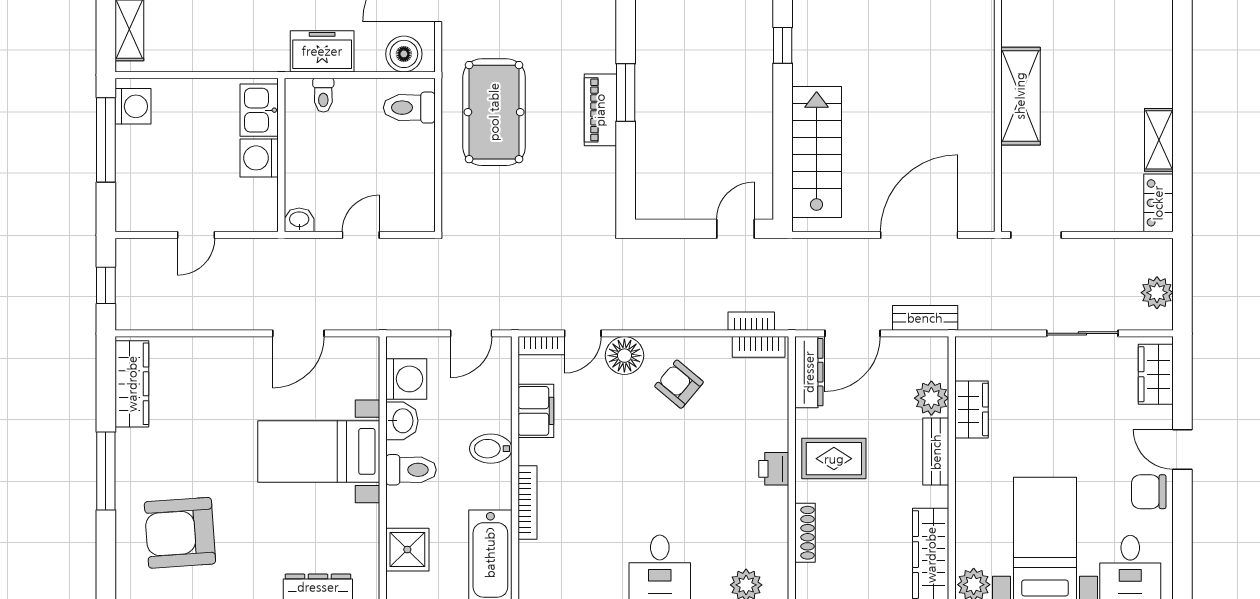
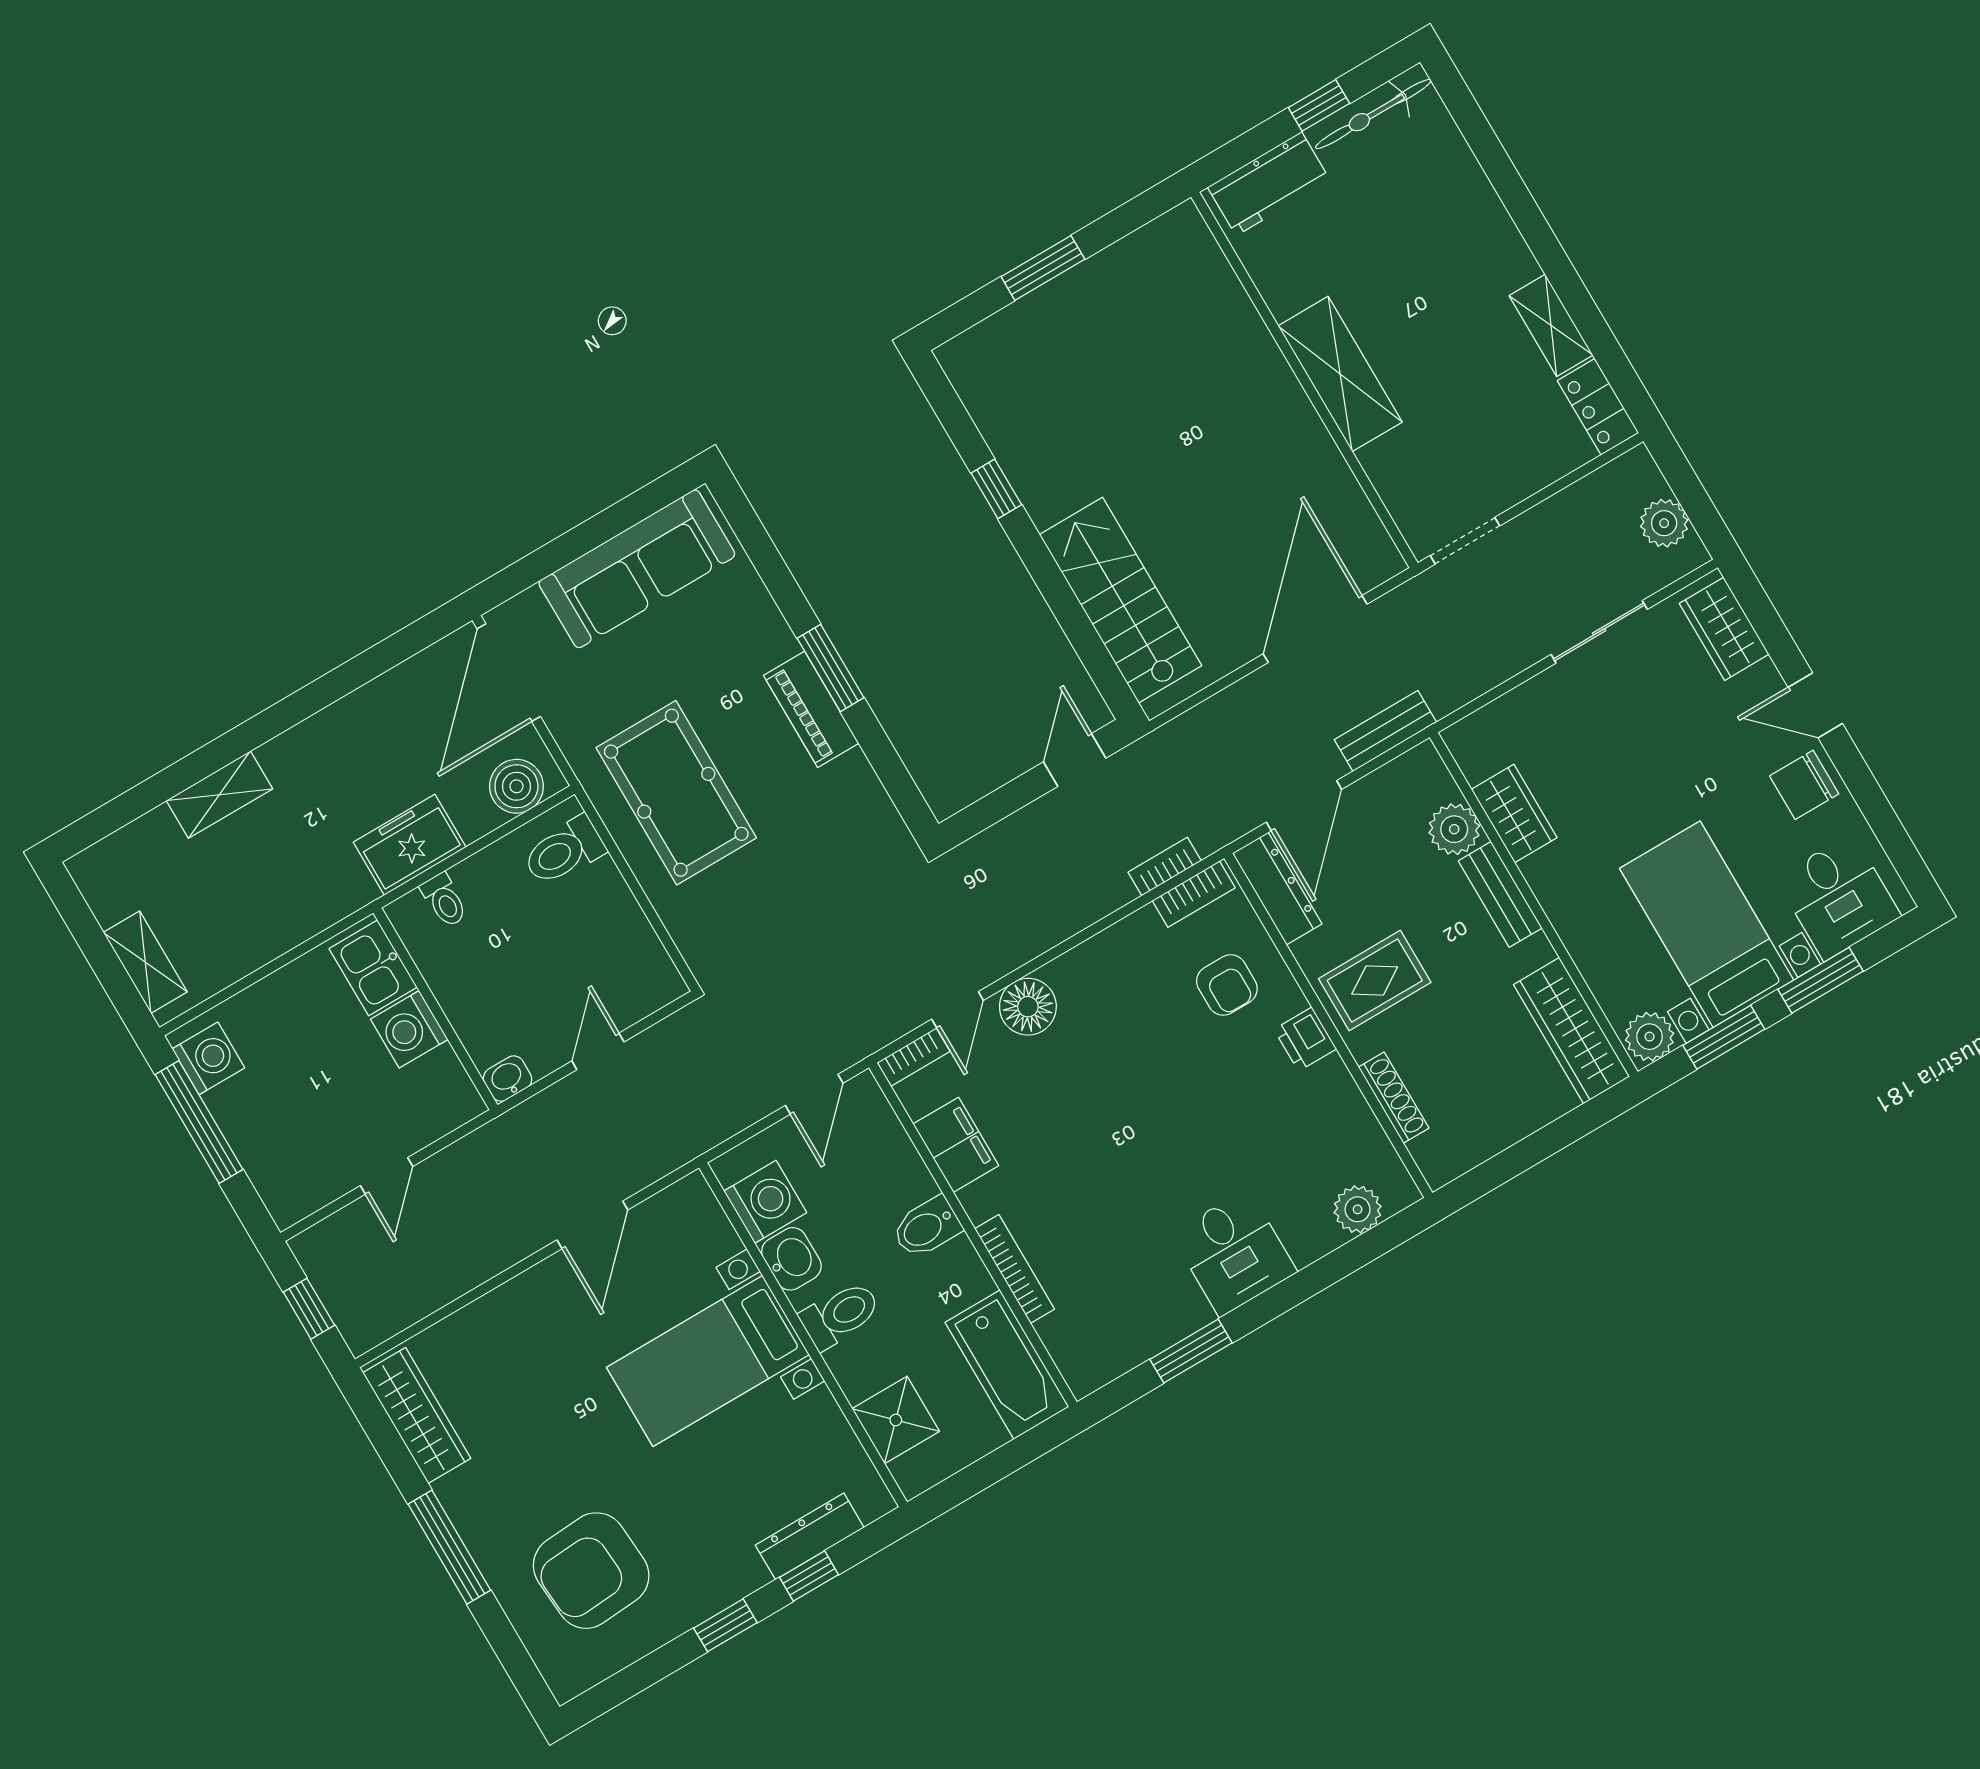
armchair: (679, 384) -> (1227, 985), moved, turned -130

